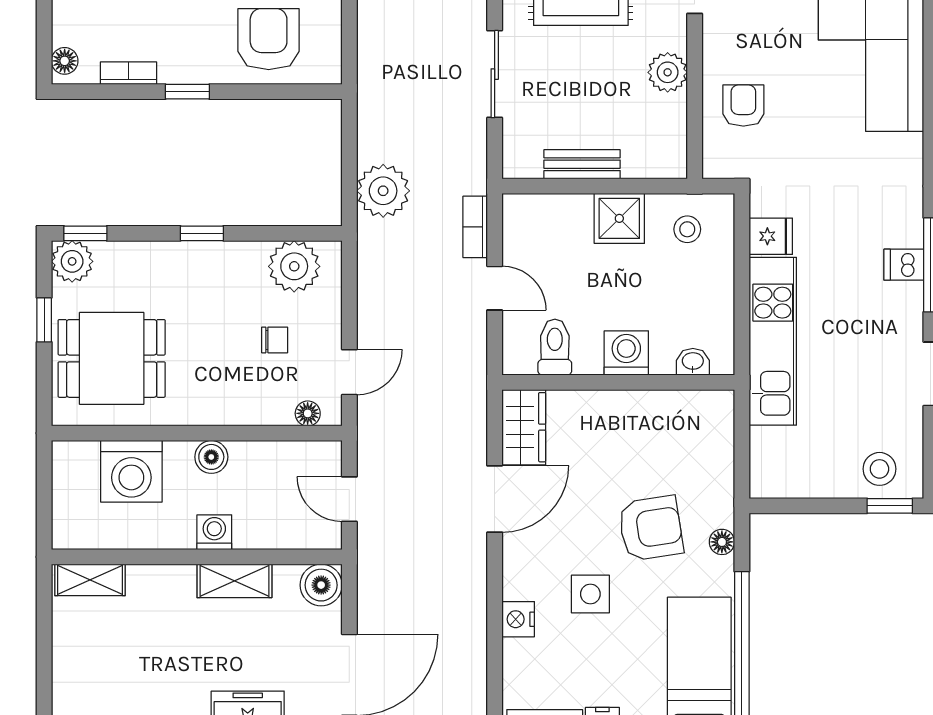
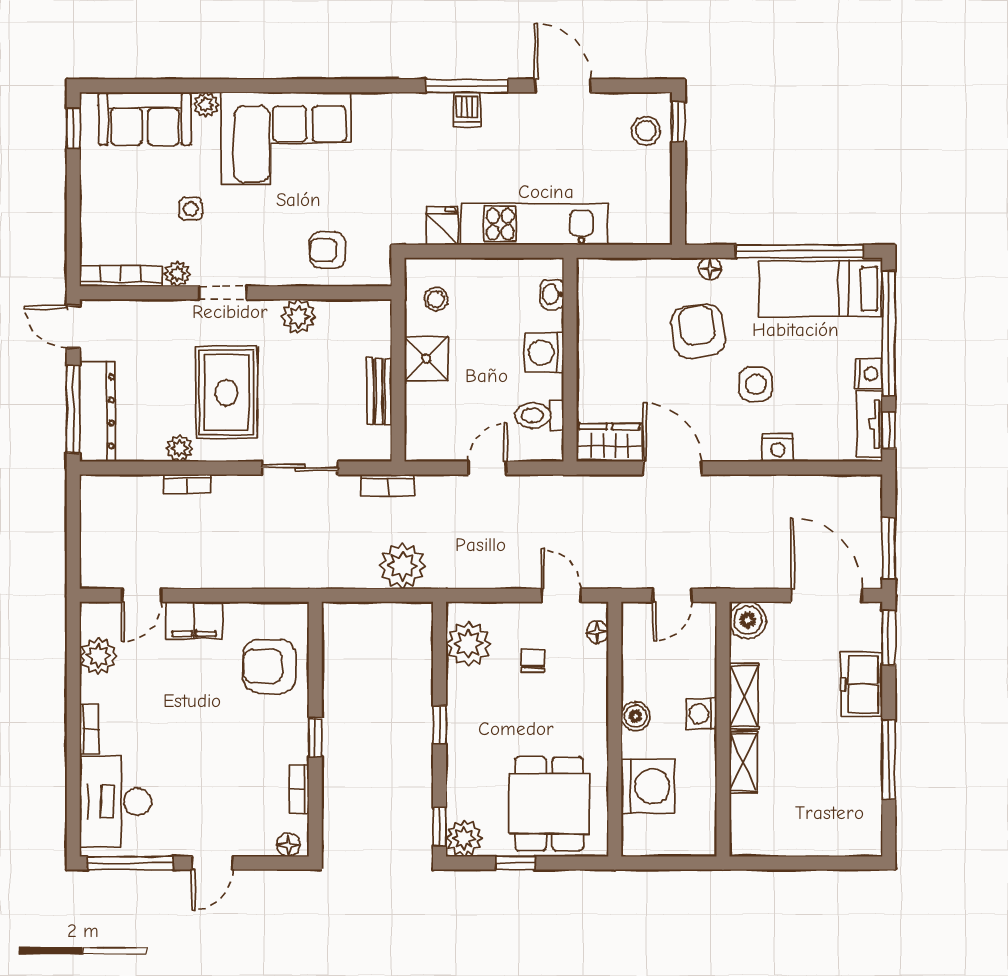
bookcase: (475, 227) -> (388, 485), moved
shelving: (90, 580) -> (743, 762), moved

